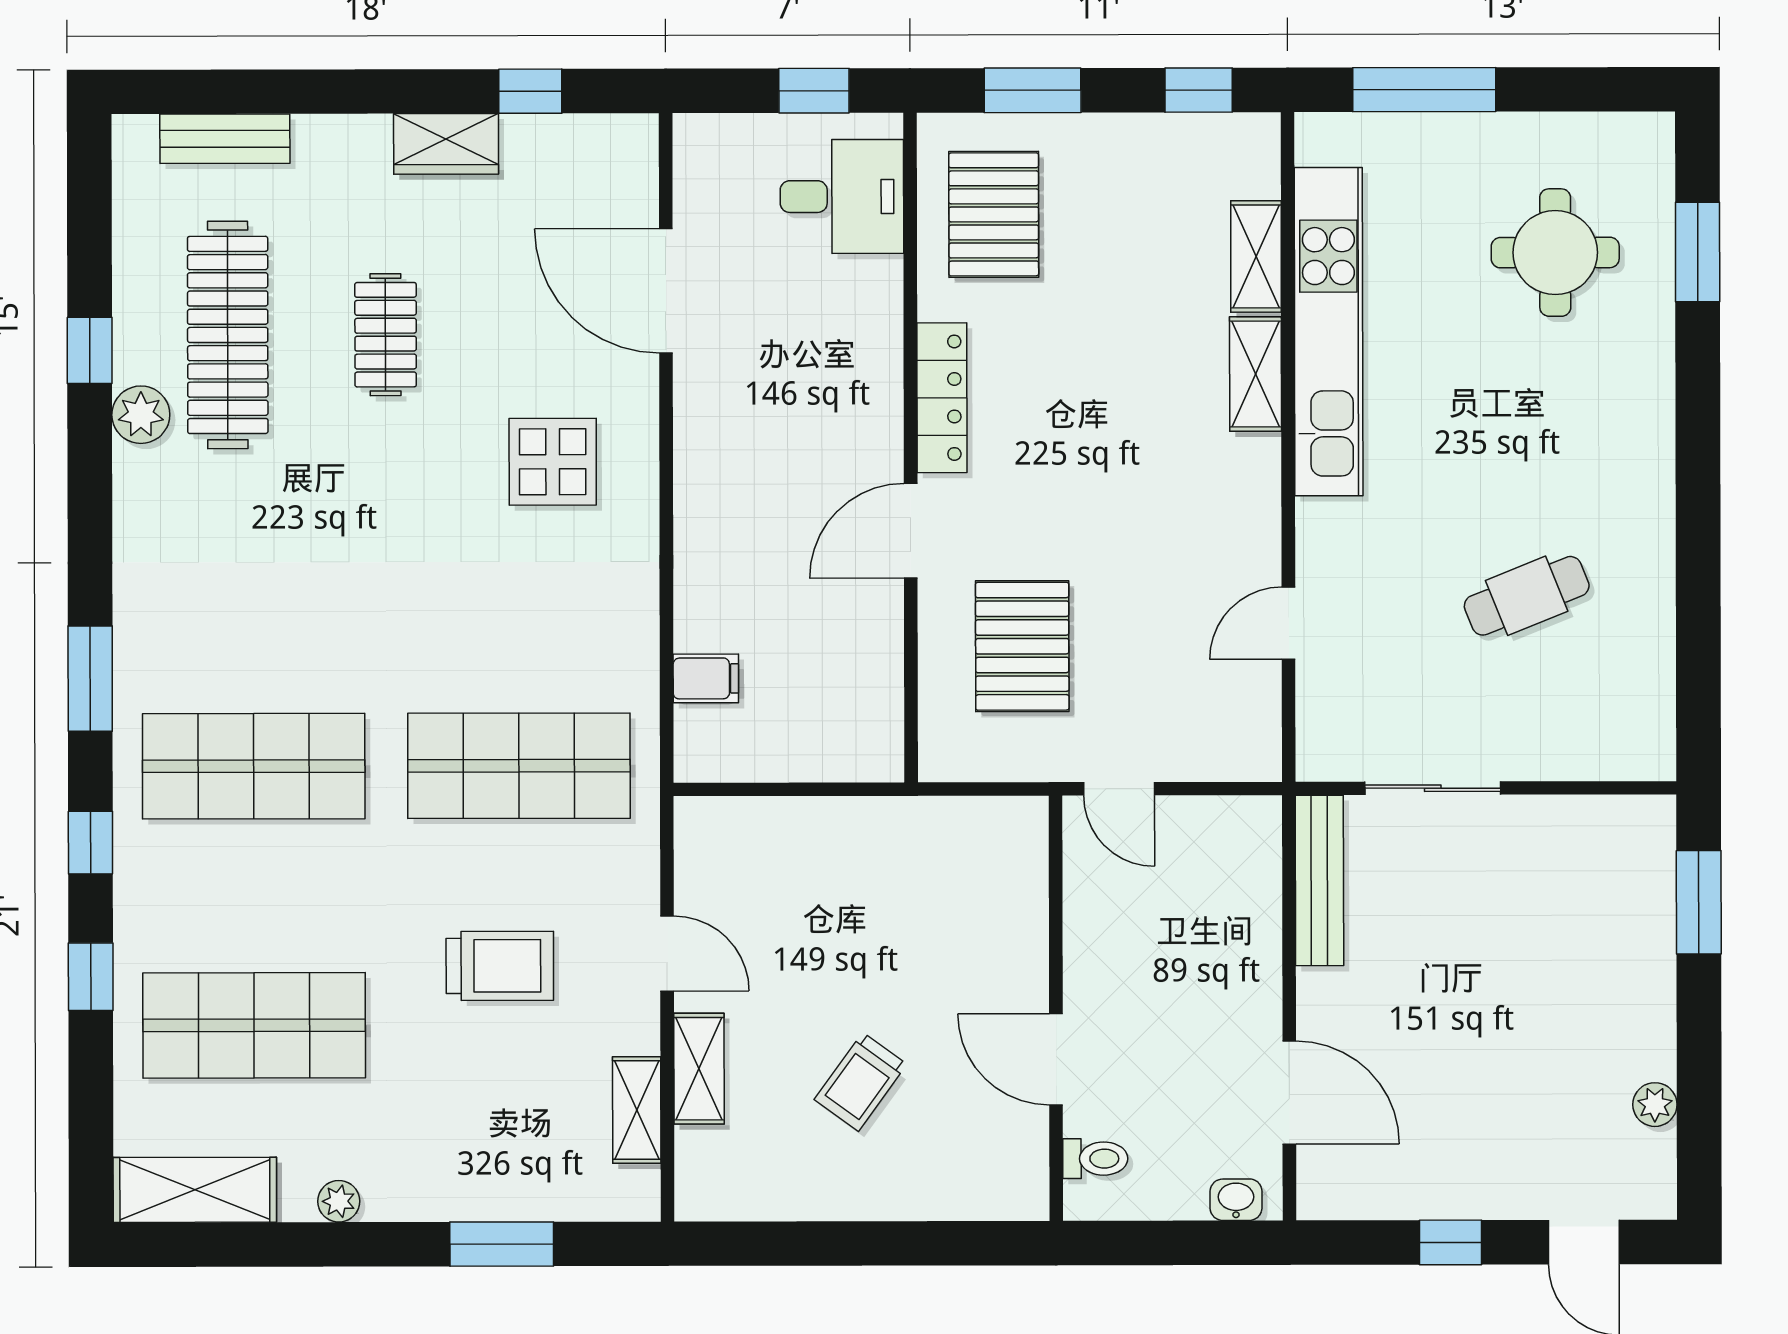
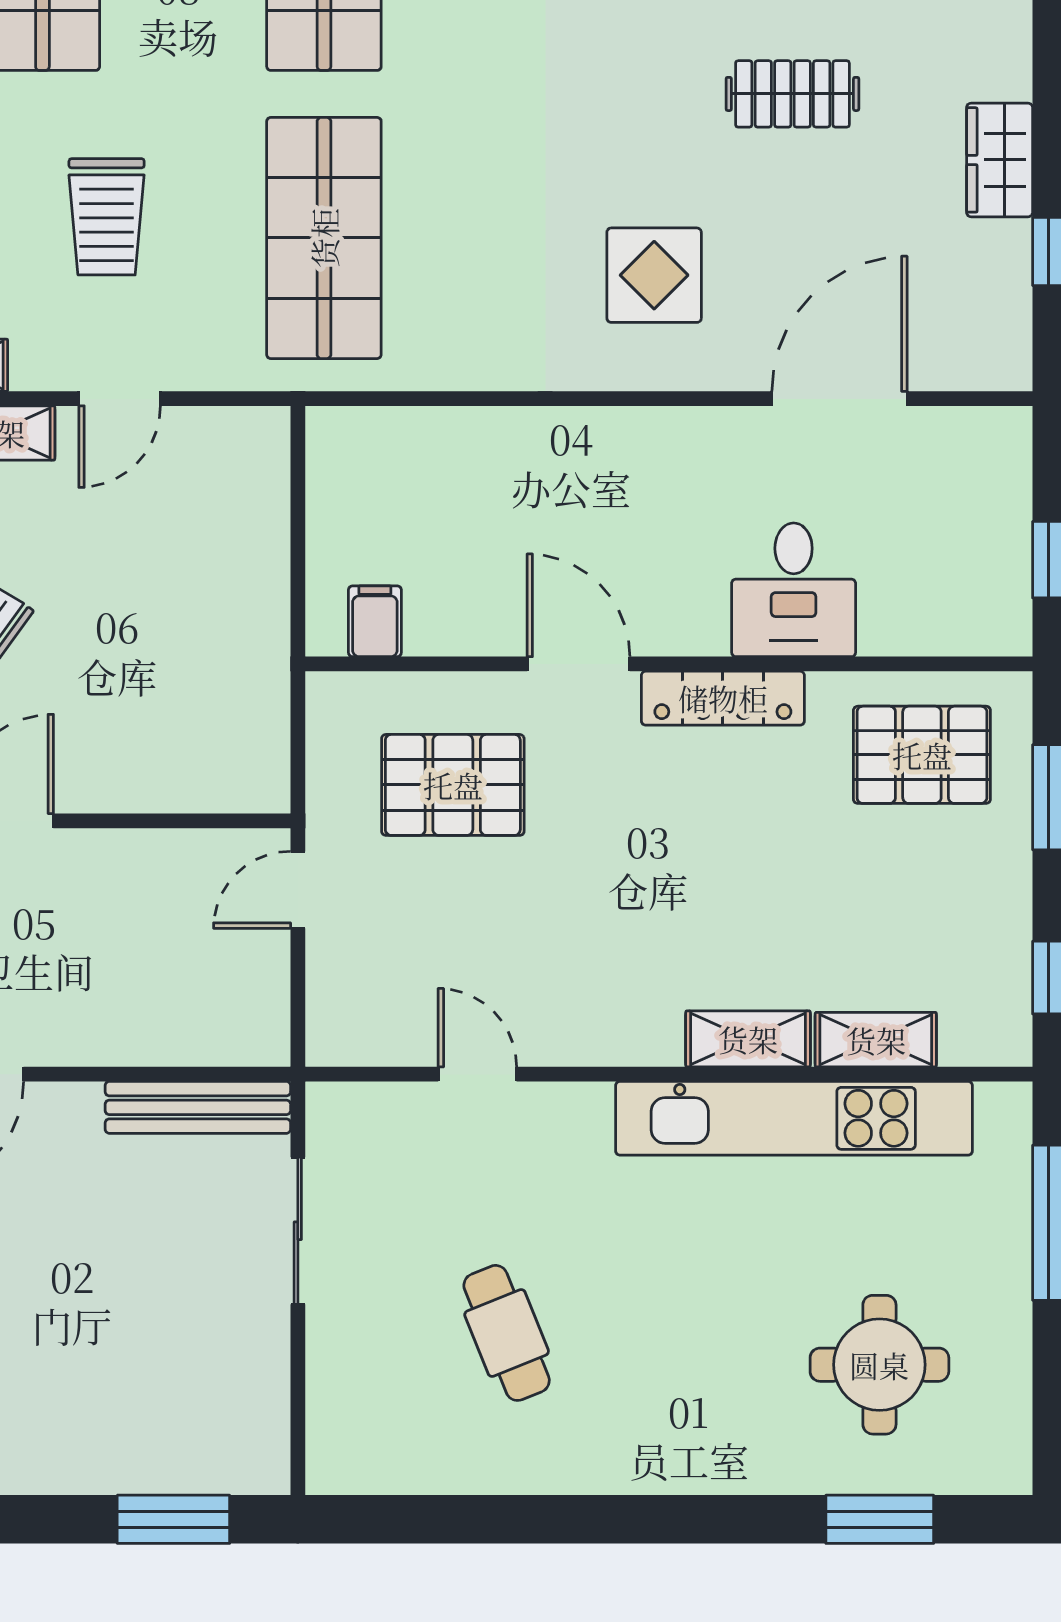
desk: (842, 197) -> (794, 590), moved
filing cabinet: (706, 678) -> (375, 621), moved, turned 180

